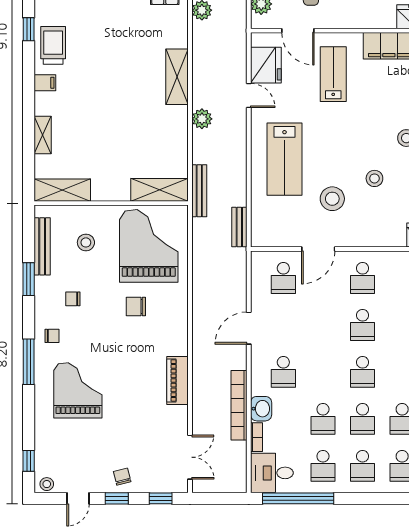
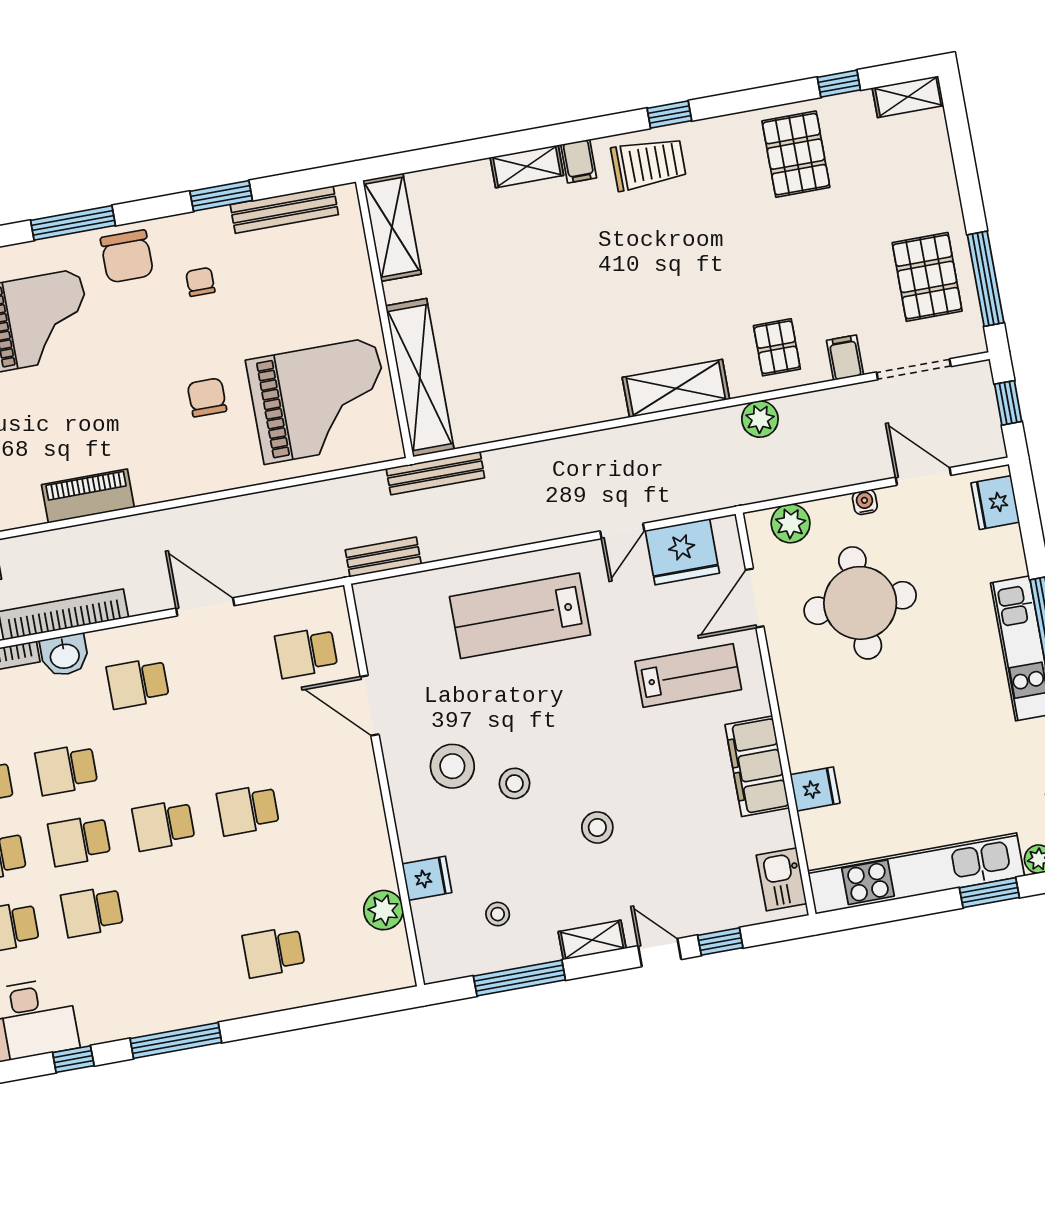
shelving: (177, 77) -> (676, 388), moved
plant: (202, 119) -> (565, 455), removed
shelving: (43, 135) -> (527, 166), moved
shelving: (160, 190) -> (420, 378), width x1.47
stool: (332, 199) -> (452, 766), moved
stool: (86, 242) -> (306, 287), removed
school desk: (363, 278) -> (332, 795), removed
chair: (52, 336) -> (127, 256), width x1.87, depth x1.87

